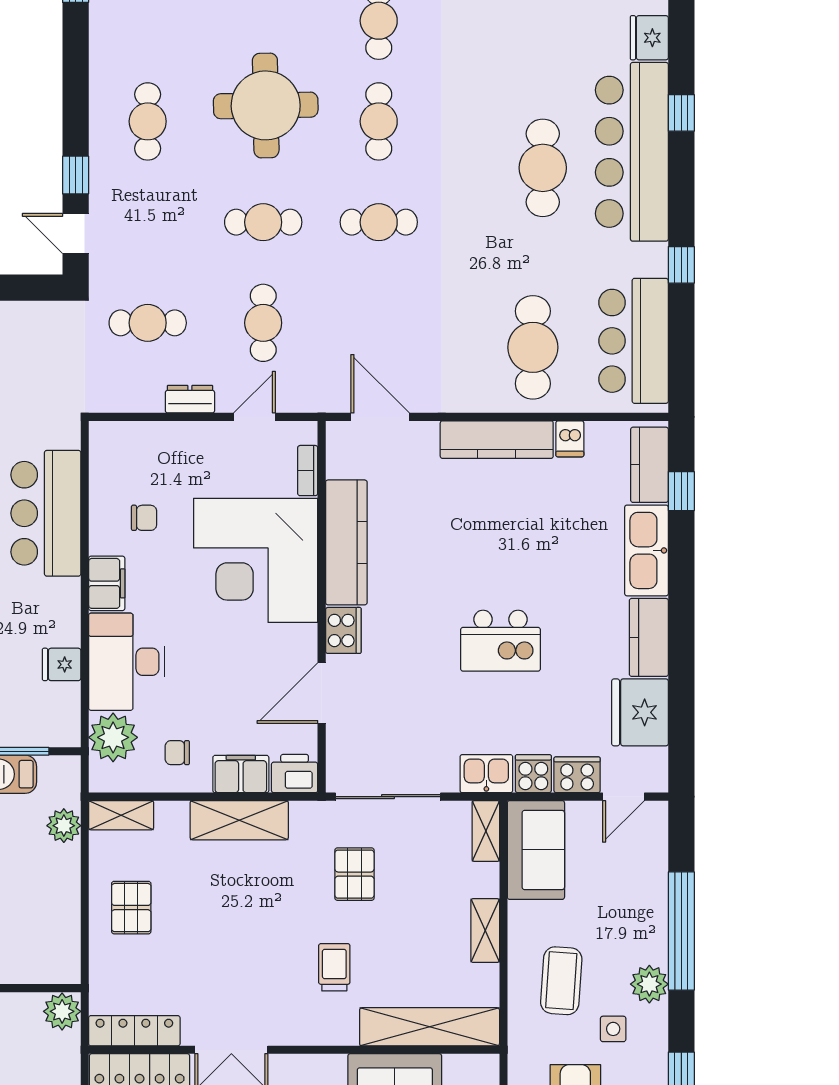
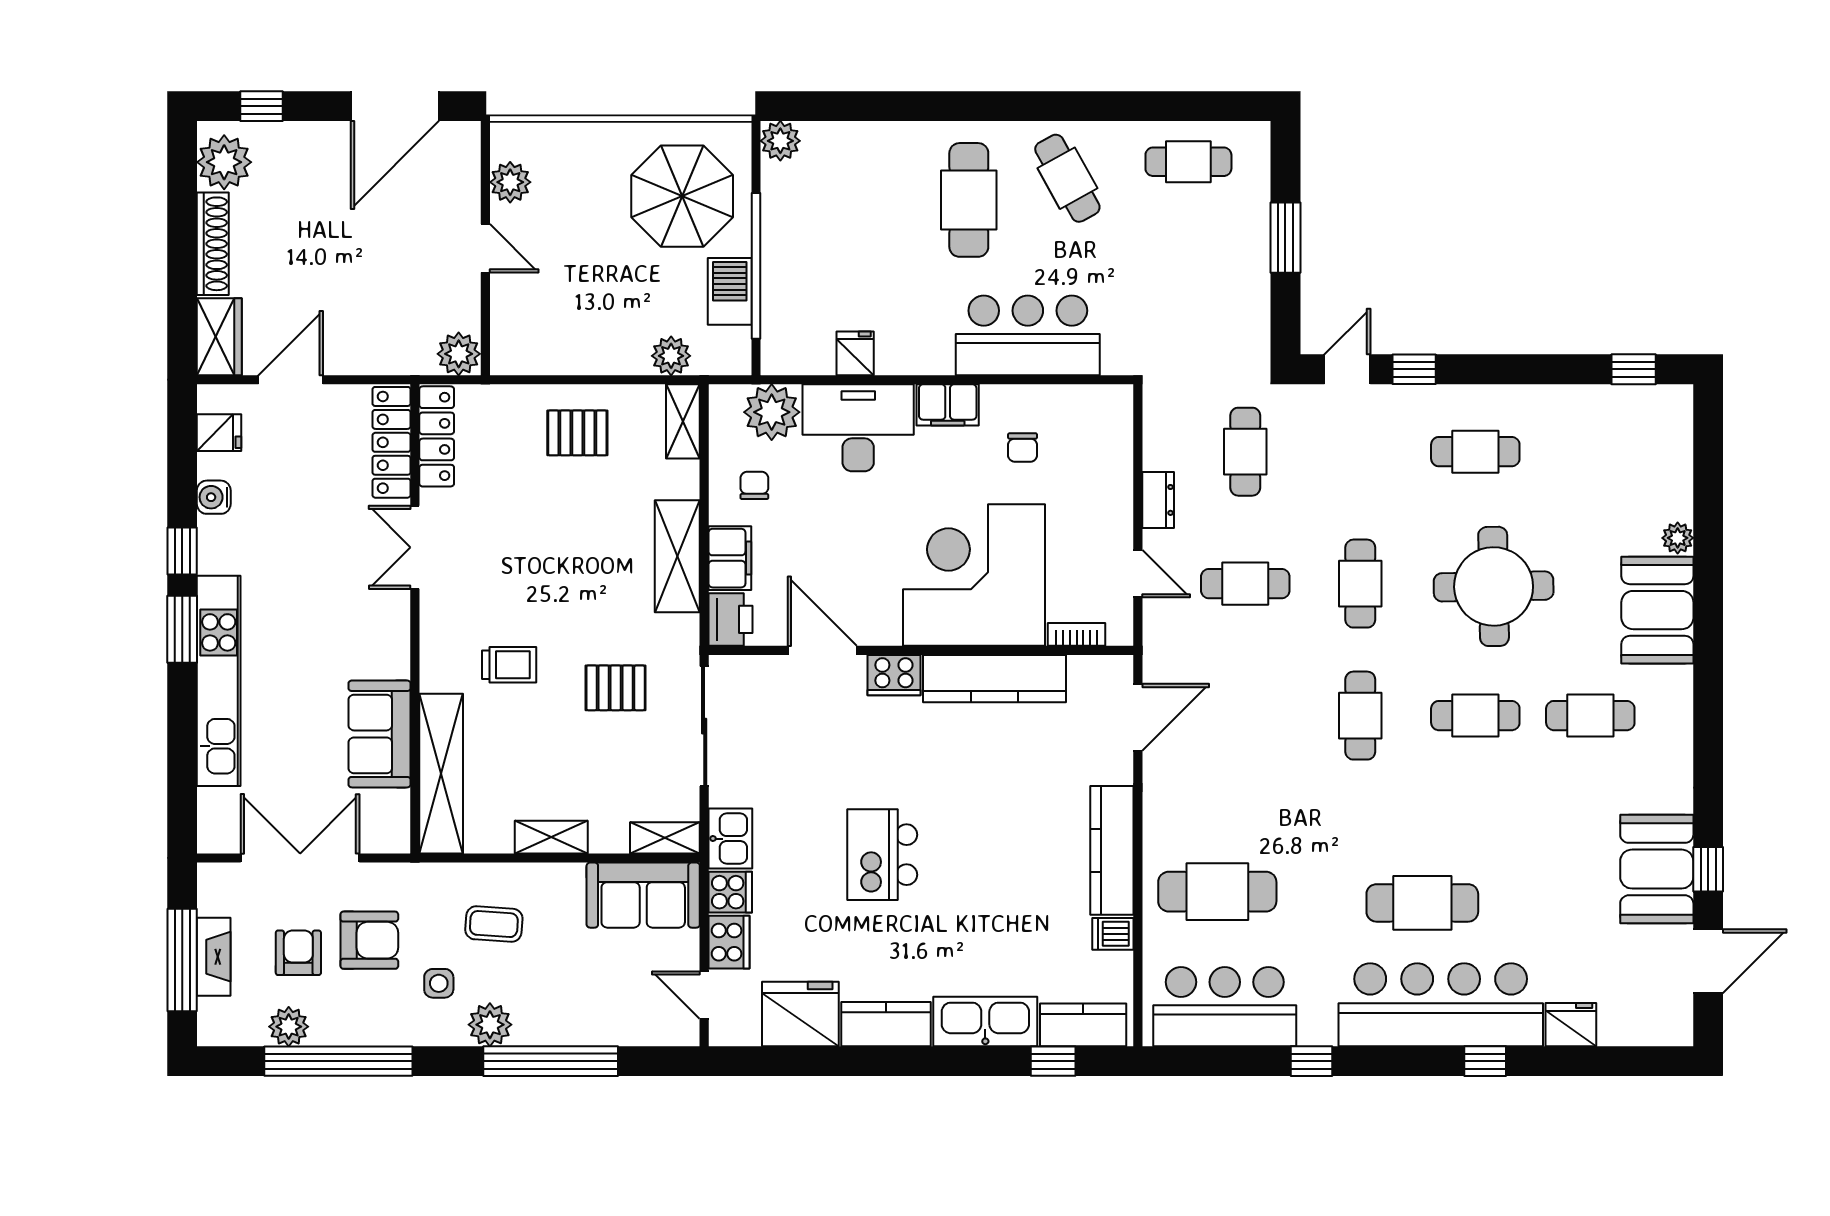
coffee table: (561, 981) -> (494, 924), width x0.73, depth x0.77

